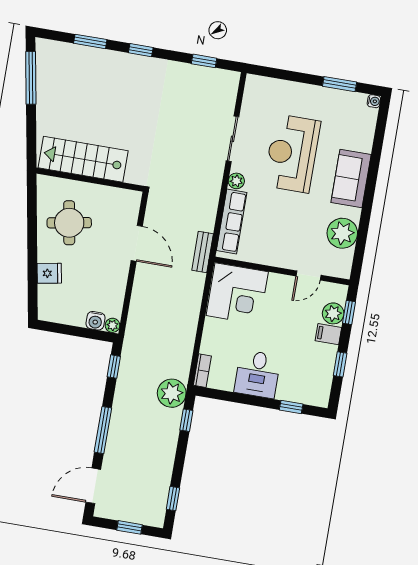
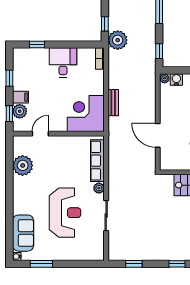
sofa: (351, 178) -> (23, 233), moved
bench: (203, 252) -> (113, 103), moved

